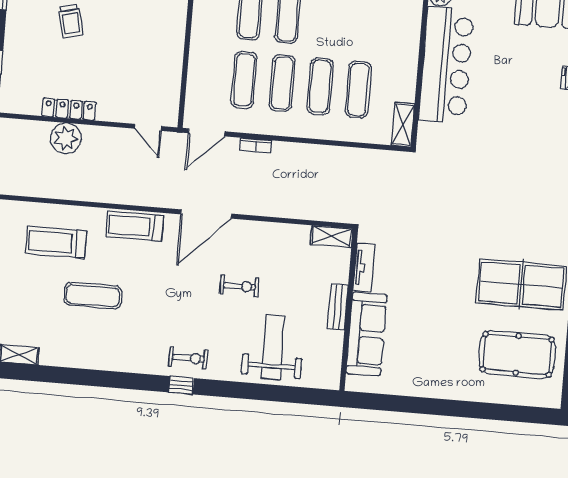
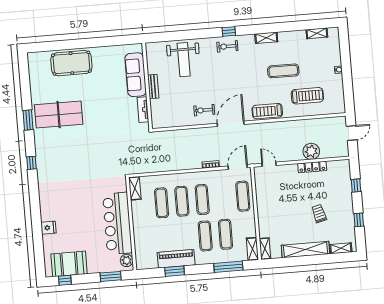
exercise mat: (244, 80) -> (243, 196), moved
treadmill: (135, 226) -> (267, 111), turned 180
shelving: (332, 236) -> (266, 38), moved
exercise bike: (240, 286) -> (204, 110), moved
pool table: (517, 354) -> (71, 63), moved

